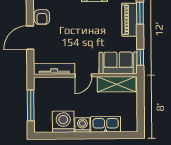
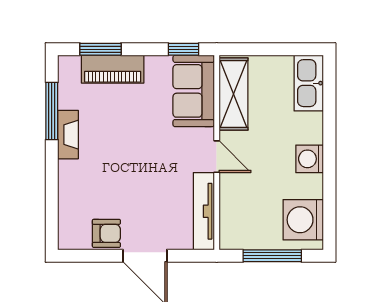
washing machine: (63, 122) -> (303, 220), moved
kitchen sink: (106, 124) -> (309, 83), moved

